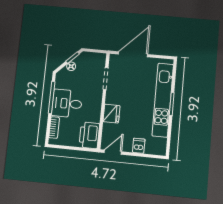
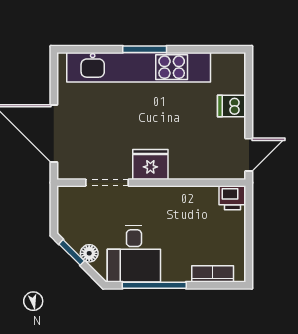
desk: (67, 103) -> (134, 254), moved
fridge: (111, 114) -> (150, 165), moved
printer: (89, 135) -> (232, 198), width x0.53, depth x0.68
door: (113, 152) -> (249, 155), swing flipped

